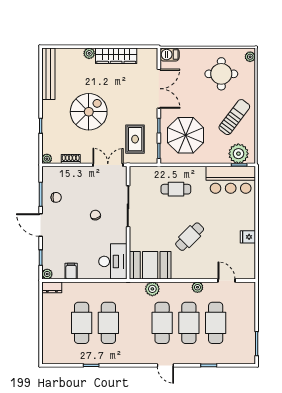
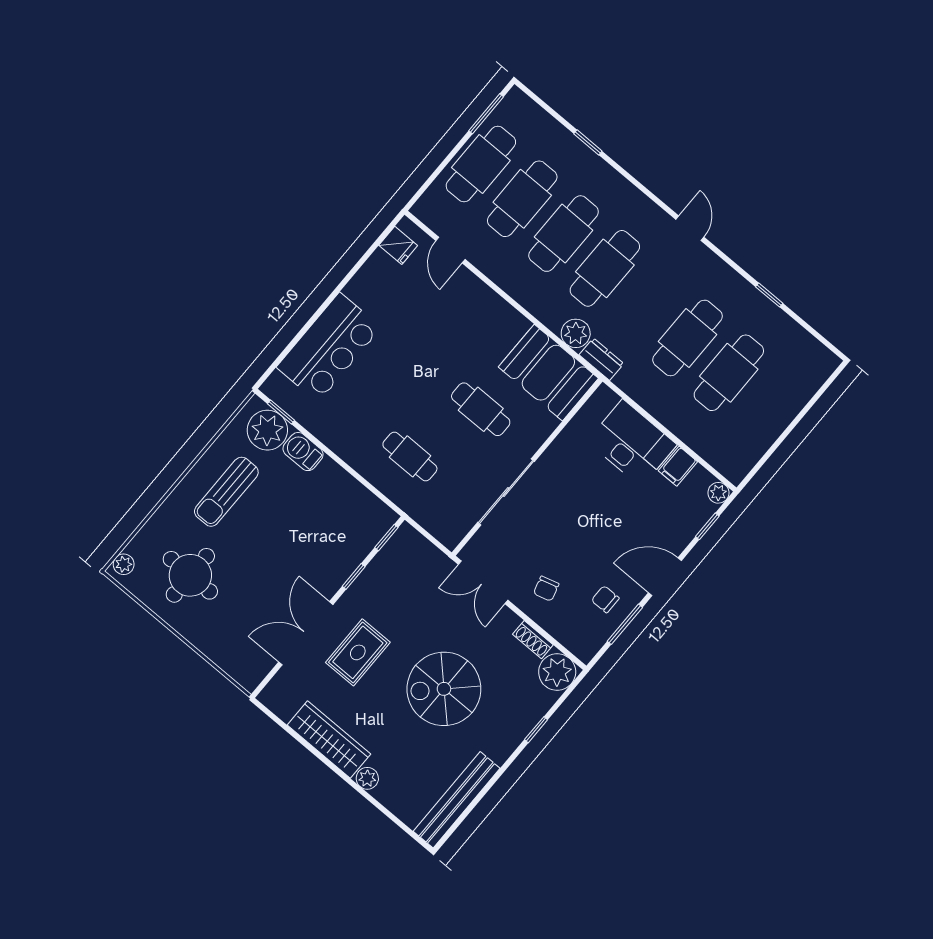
barbecue: (170, 55) -> (303, 452), moved, turned 180
sun lounger: (234, 117) -> (226, 492), turned -37
parasol: (186, 135) -> (325, 527), removed
rug: (135, 139) -> (358, 652), moved
plant: (47, 159) -> (557, 672), width x1.87, depth x1.87
bar counter: (231, 180) -> (329, 347), moved, turned 90
chair: (95, 215) -> (546, 589), moved
door: (41, 225) -> (665, 577), swing flipped
cafe table: (190, 237) -> (481, 409), moved, turned 45
fridge: (248, 237) -> (398, 245), moved
desk: (113, 261) -> (632, 443), moved, turned 90
dresser: (52, 287) -> (601, 359), moved
plant: (197, 287) -> (504, 277), removed
cafe table: (242, 323) -> (481, 164), added
door: (165, 365) -> (690, 228), moved

